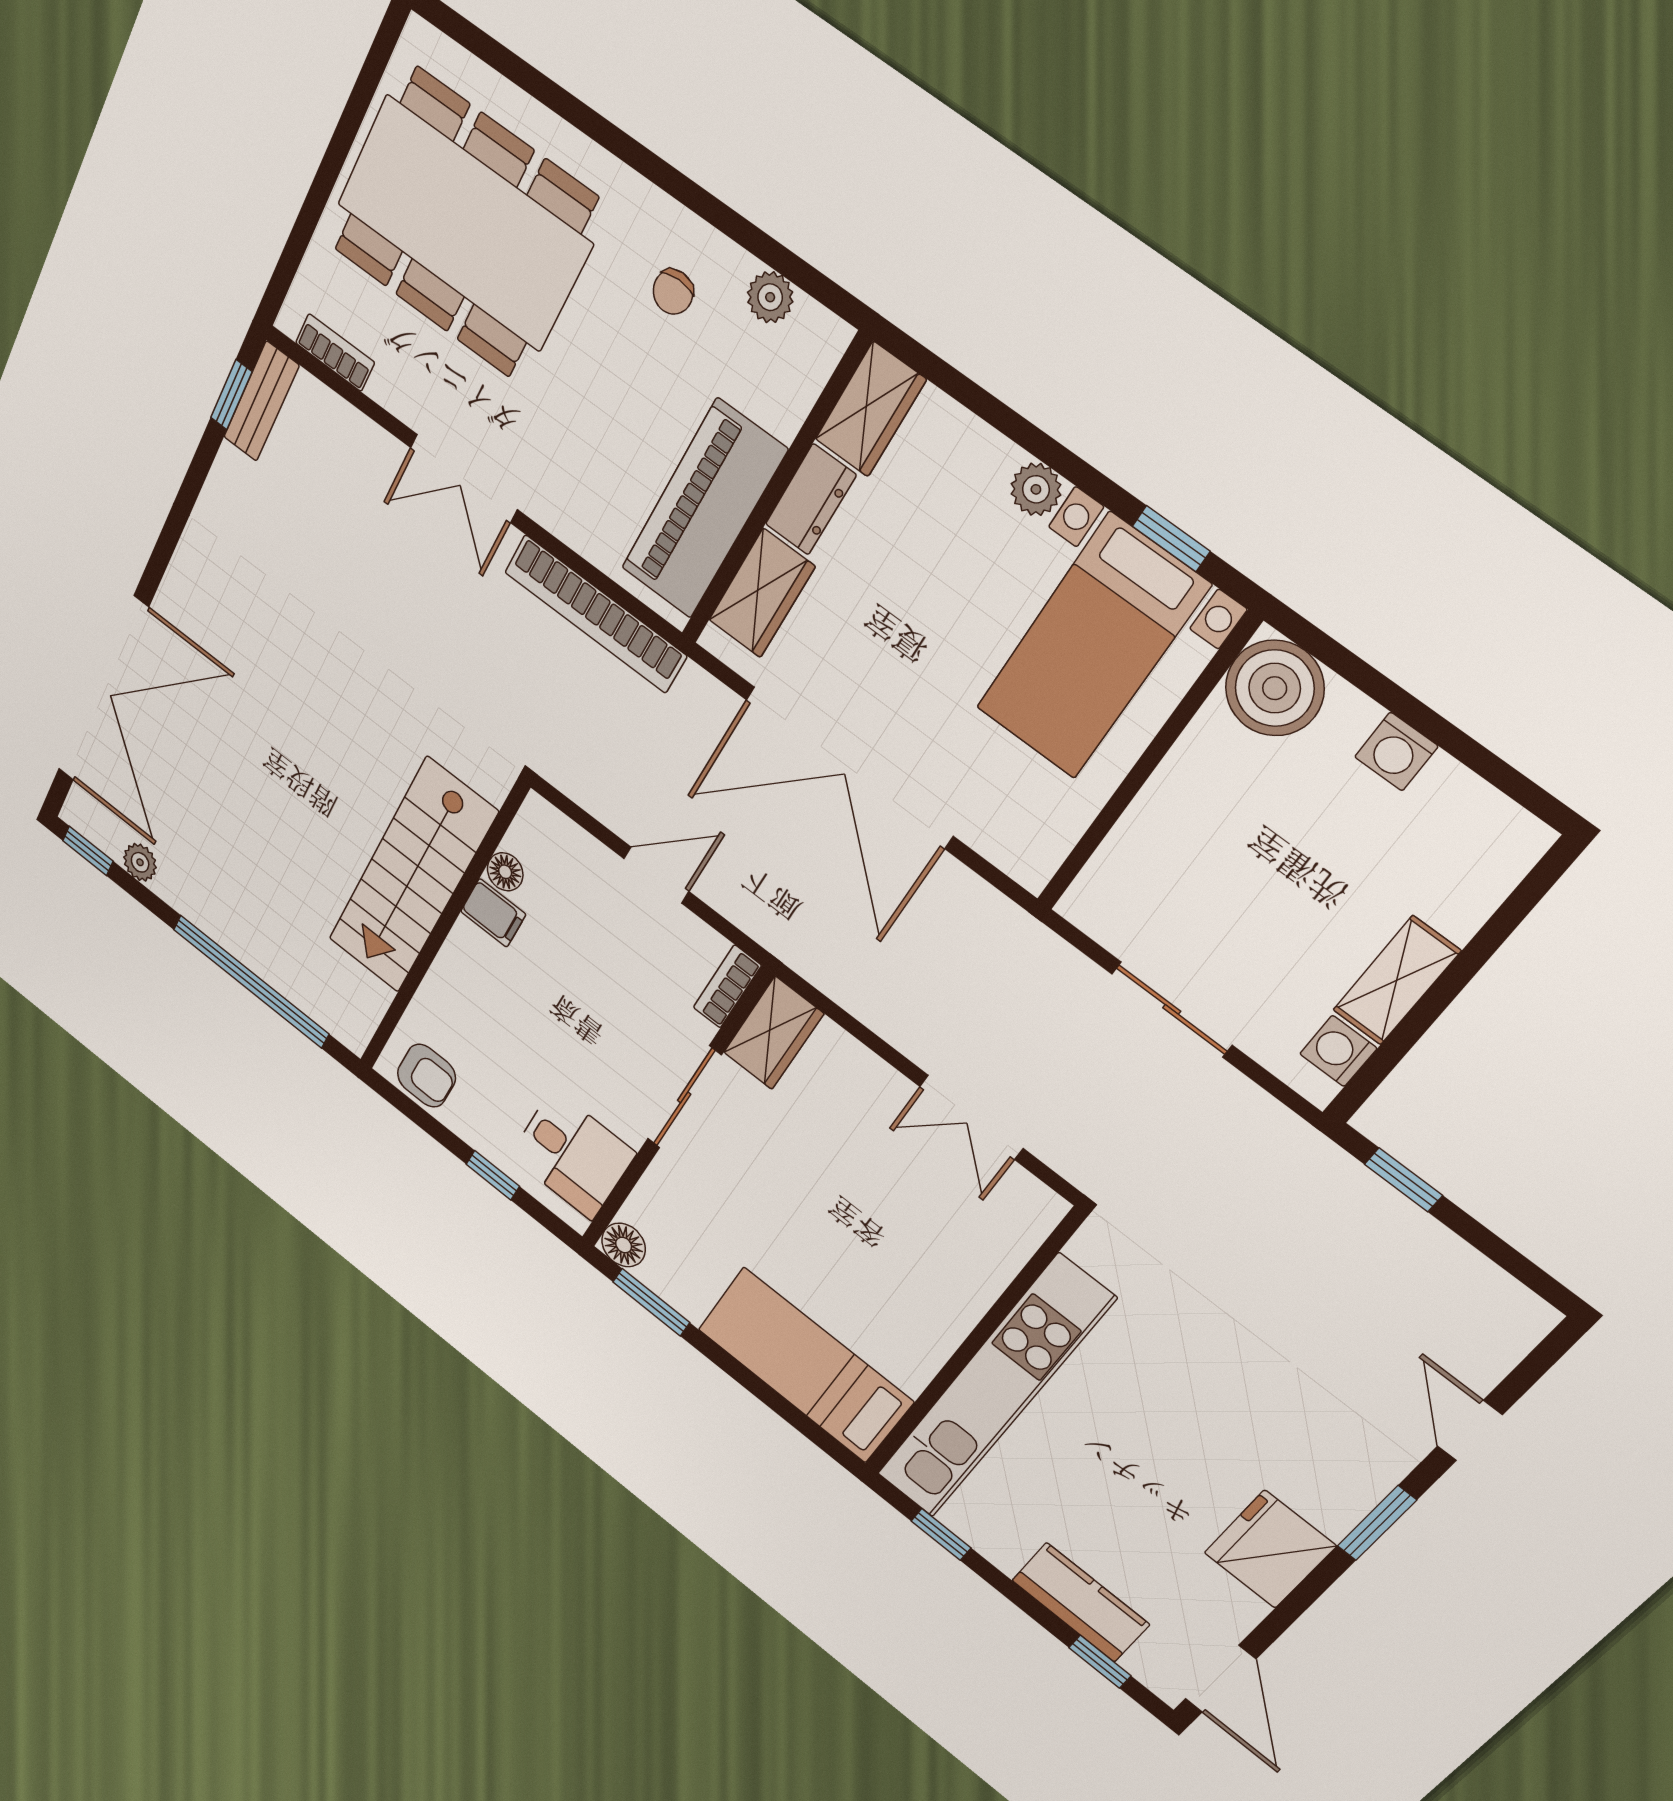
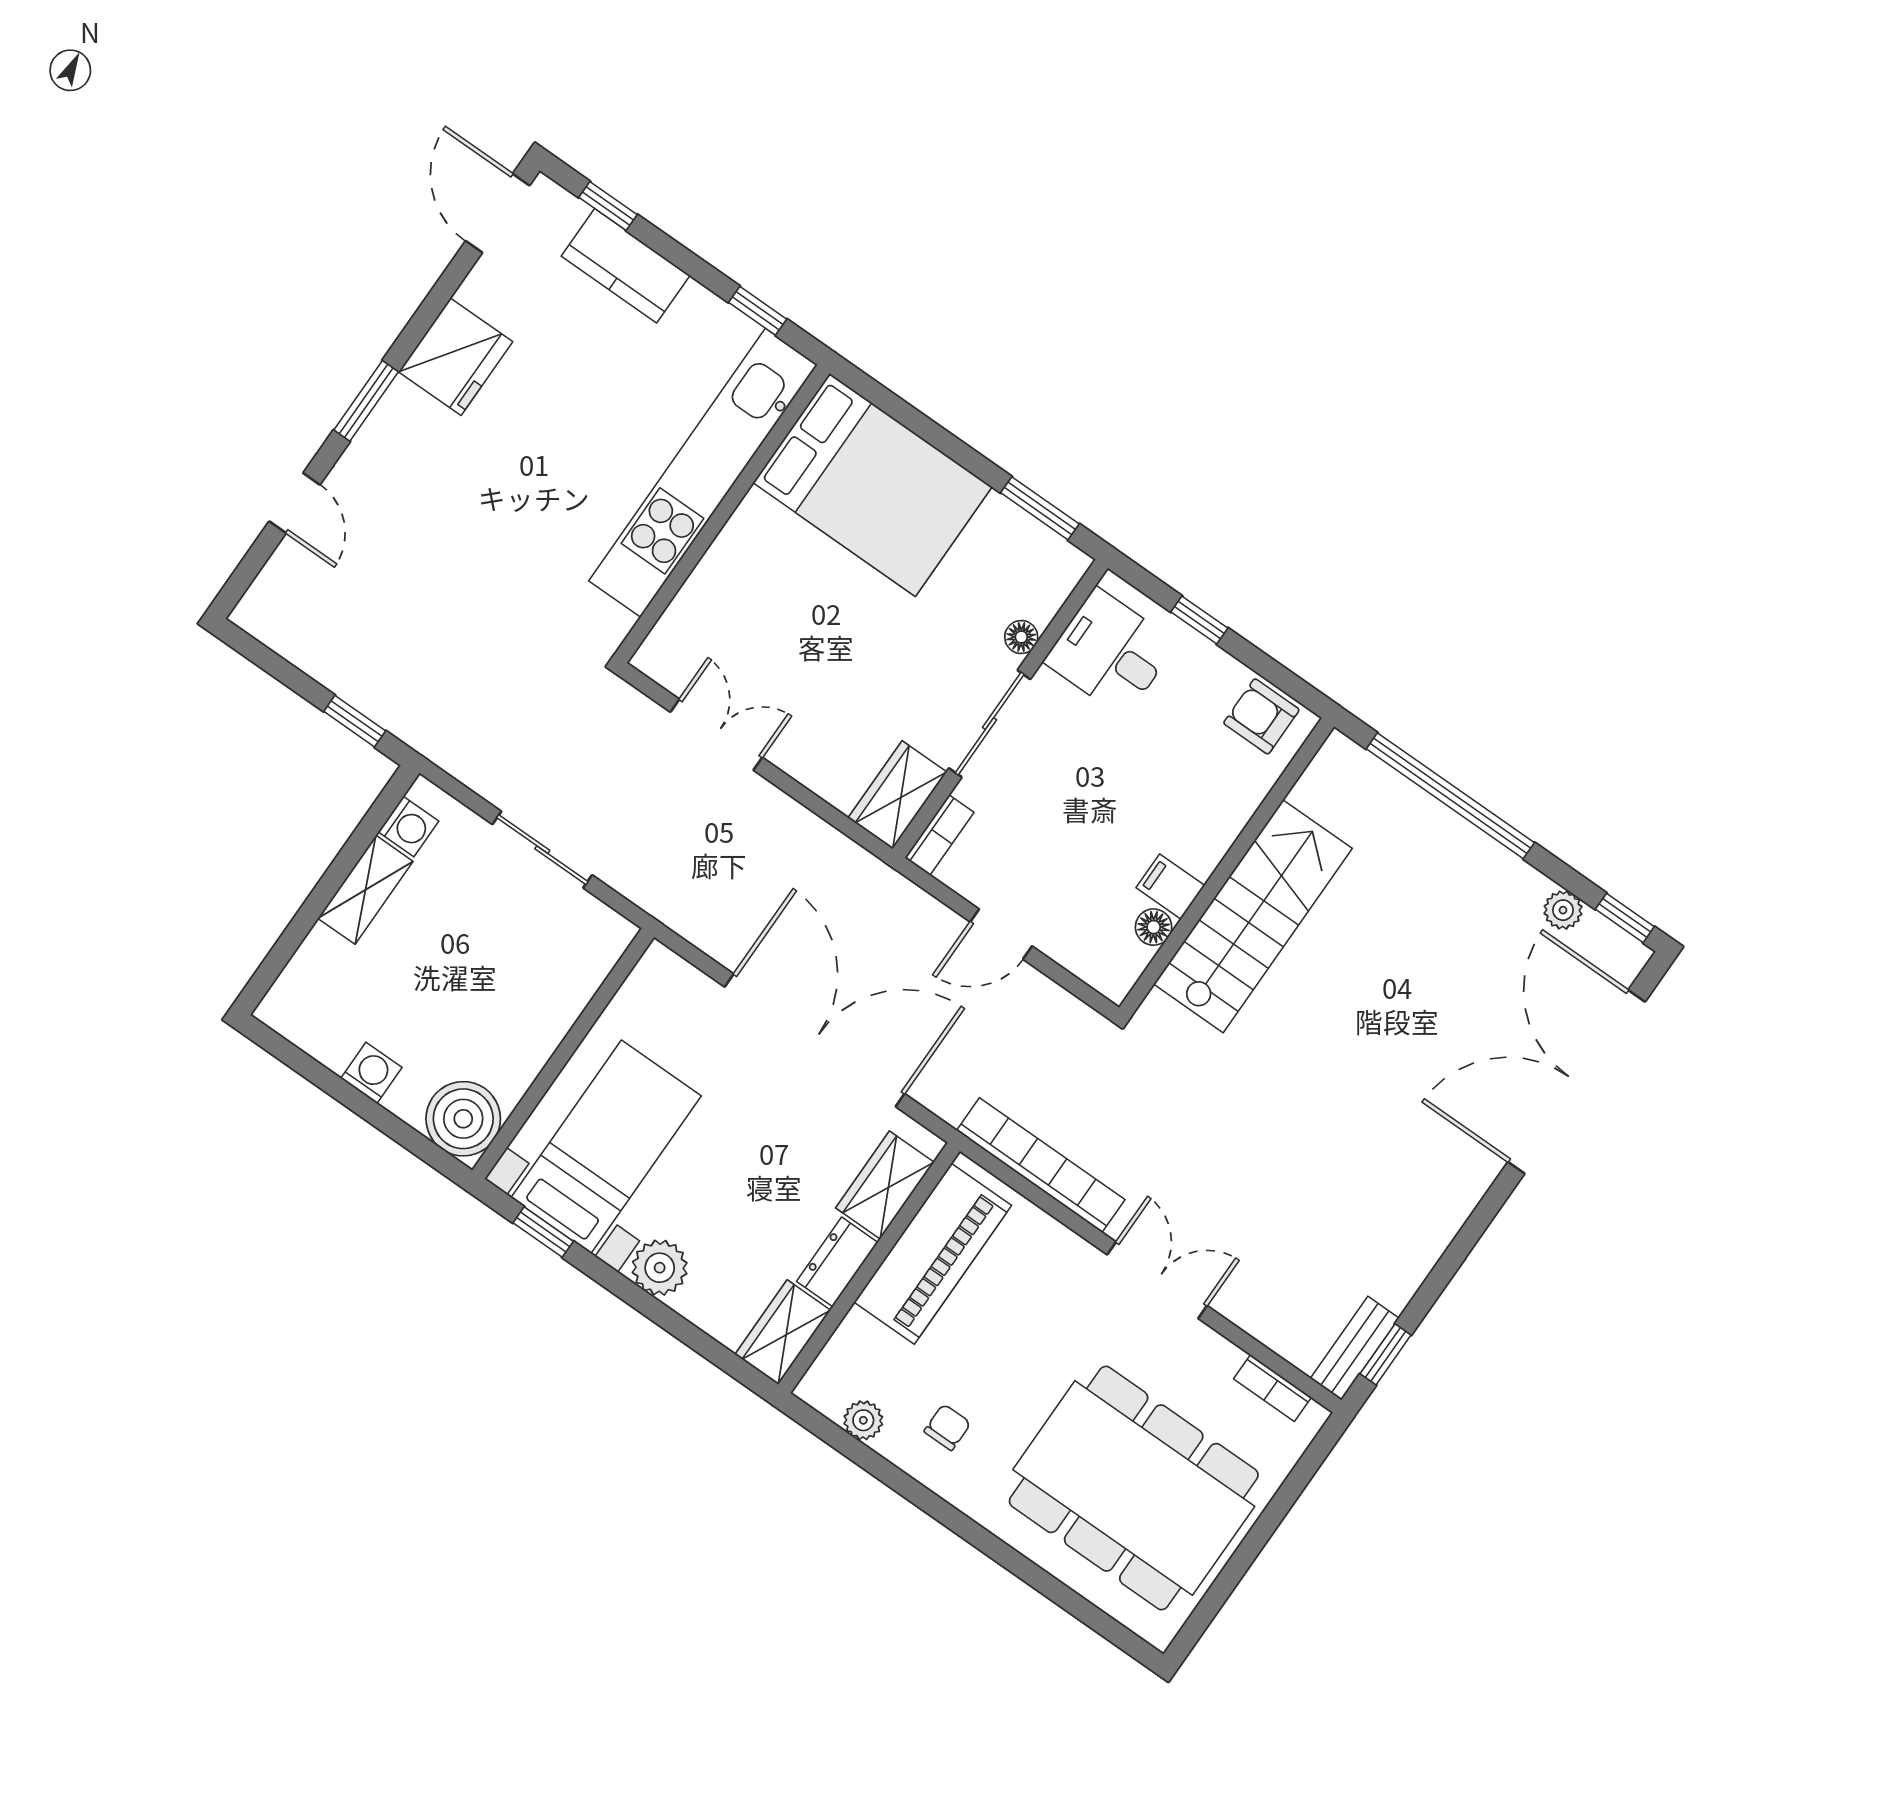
plant: (1036, 489) -> (660, 1268), width x1.38, depth x1.38
floor lamp: (624, 1245) -> (1021, 637), moved, width x0.73, depth x0.73
bed: (805, 1365) -> (873, 485), width x1.50

